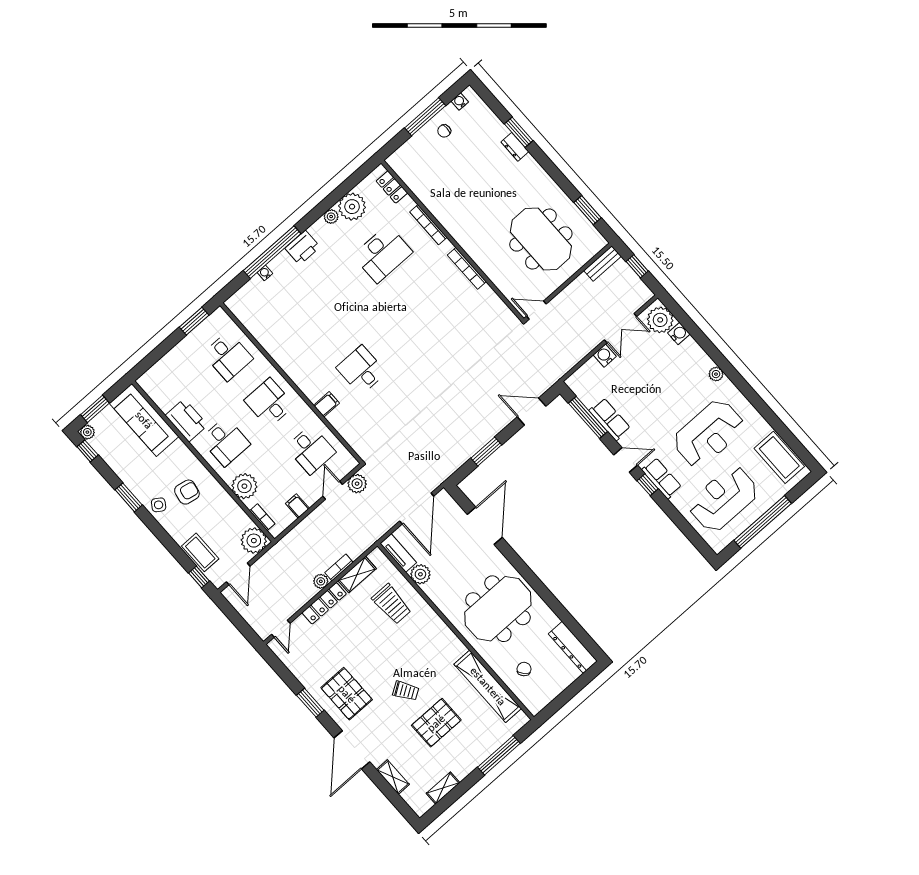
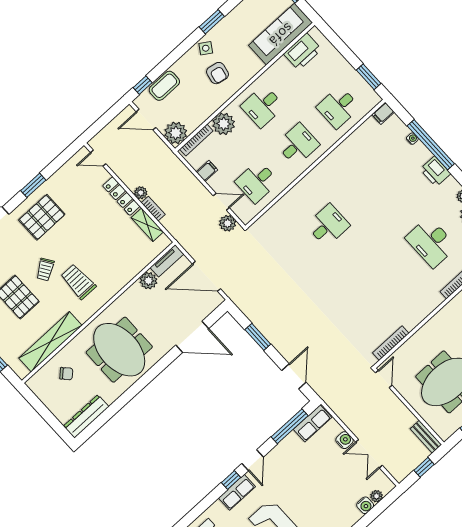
bookcase: (467, 268) -> (391, 343), moved
plant: (660, 320) -> (377, 496), width x0.53, depth x0.53
filing cabinet: (326, 404) -> (383, 113), moved, turned 90
row of seats: (610, 419) -> (313, 423), moved
printer: (186, 420) -> (303, 52), moved
bookcase: (262, 517) -> (196, 140), width x1.56
trolley: (391, 604) -> (78, 282), moved, turned 90

